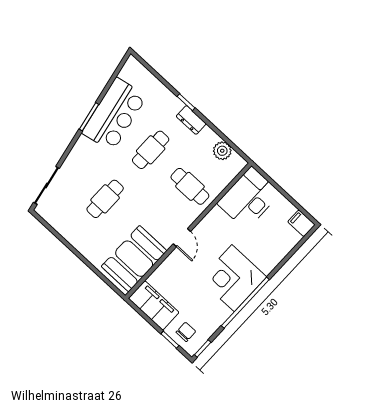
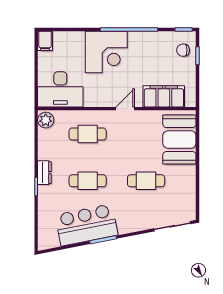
plant: (222, 151) -> (46, 120), moved
cafe table: (190, 186) -> (88, 134), turned 90
booth: (134, 259) -> (179, 140), moved, turned 90
corner desk: (233, 278) -> (106, 52), moved
filing cabinet: (154, 305) -> (164, 96), moved, turned 90

